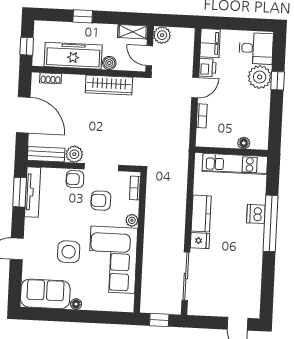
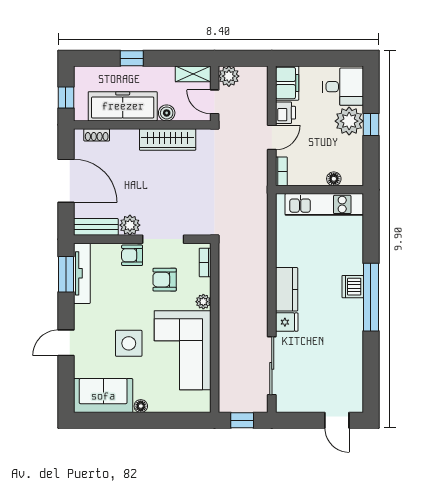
floor lamp: (244, 143) -> (334, 179), moved
wall: (231, 151) -> (319, 190), moved
kitchen unit: (235, 164) -> (324, 204), moved

